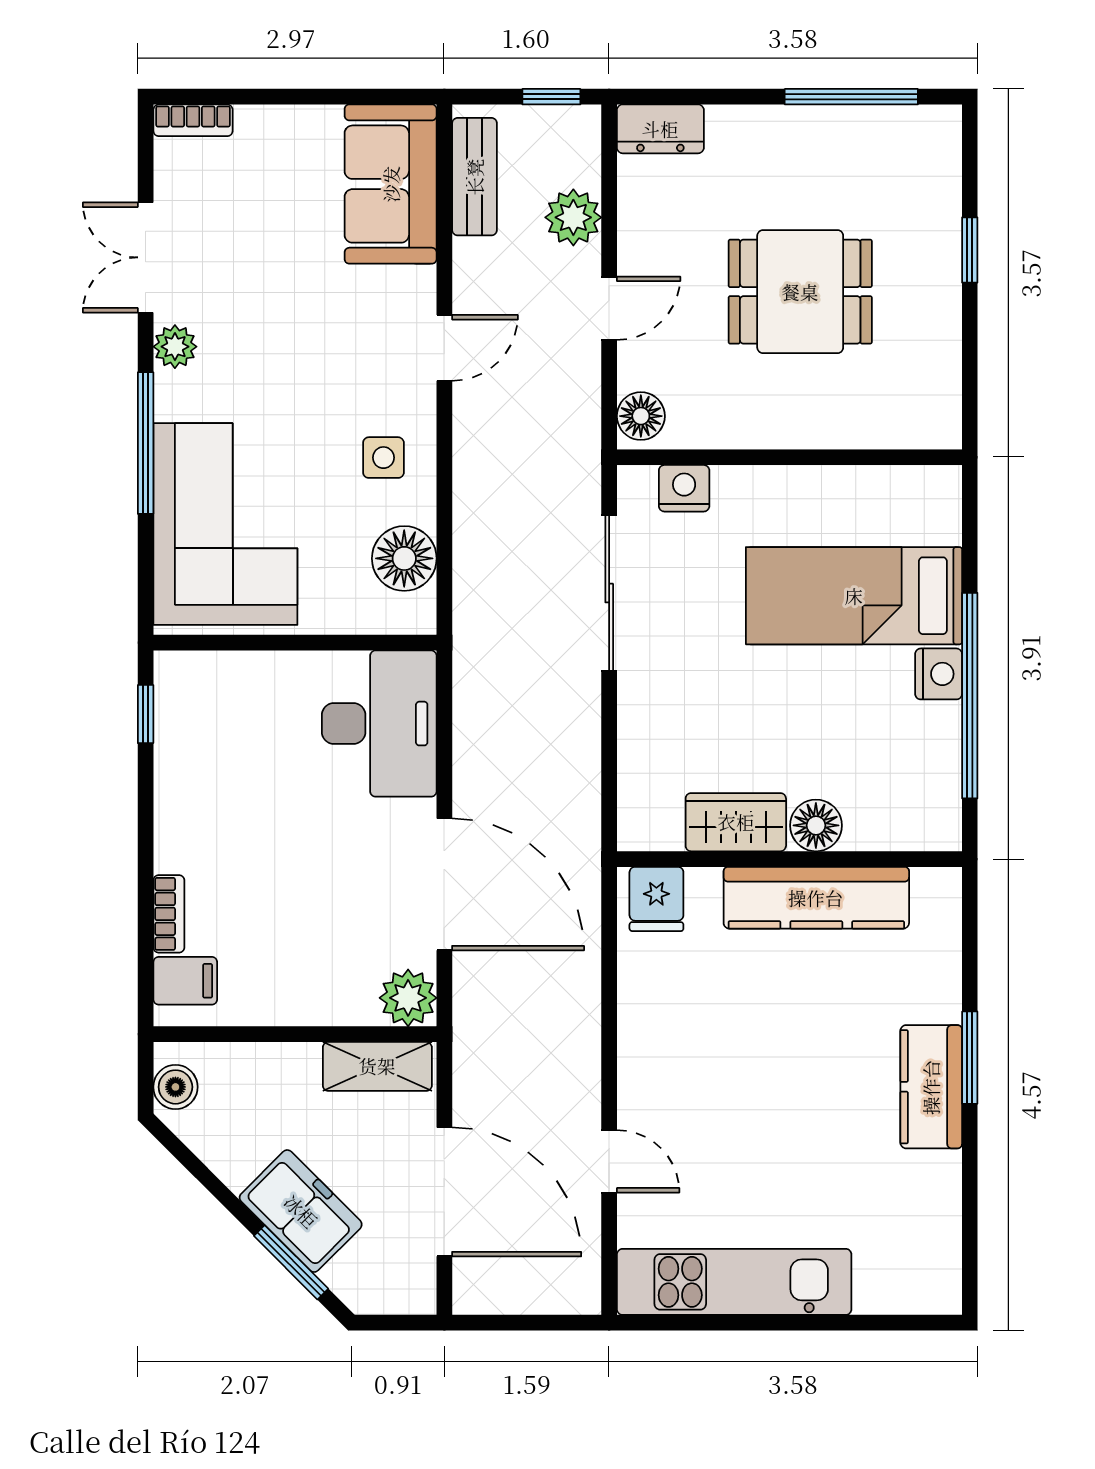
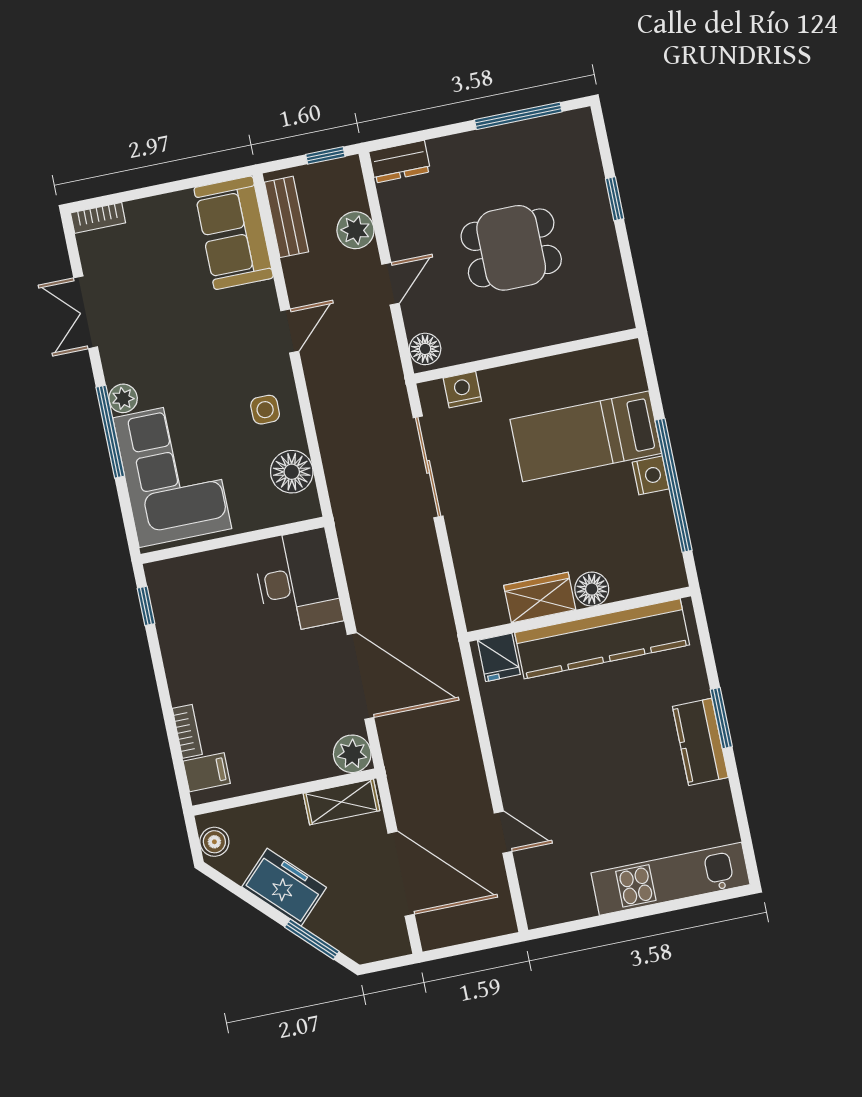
plant: (175, 347) -> (123, 398), moved
kitchen counter: (816, 898) -> (602, 639), width x1.39, depth x1.17
freezer: (301, 1211) -> (284, 887), moved
kitchen unit: (734, 1282) -> (671, 879), moved

